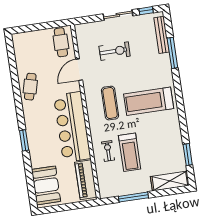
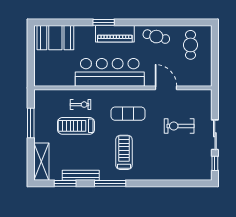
bench: (162, 35) -> (81, 175), moved
cafe table: (61, 42) -> (191, 45), moved, turned 90
exercise bike: (115, 51) -> (179, 126), turned 90
window: (172, 53) -> (110, 183), moved
treadmill: (149, 101) -> (124, 152), width x0.73, depth x0.73
piano: (86, 180) -> (115, 34), moved, turned 180

